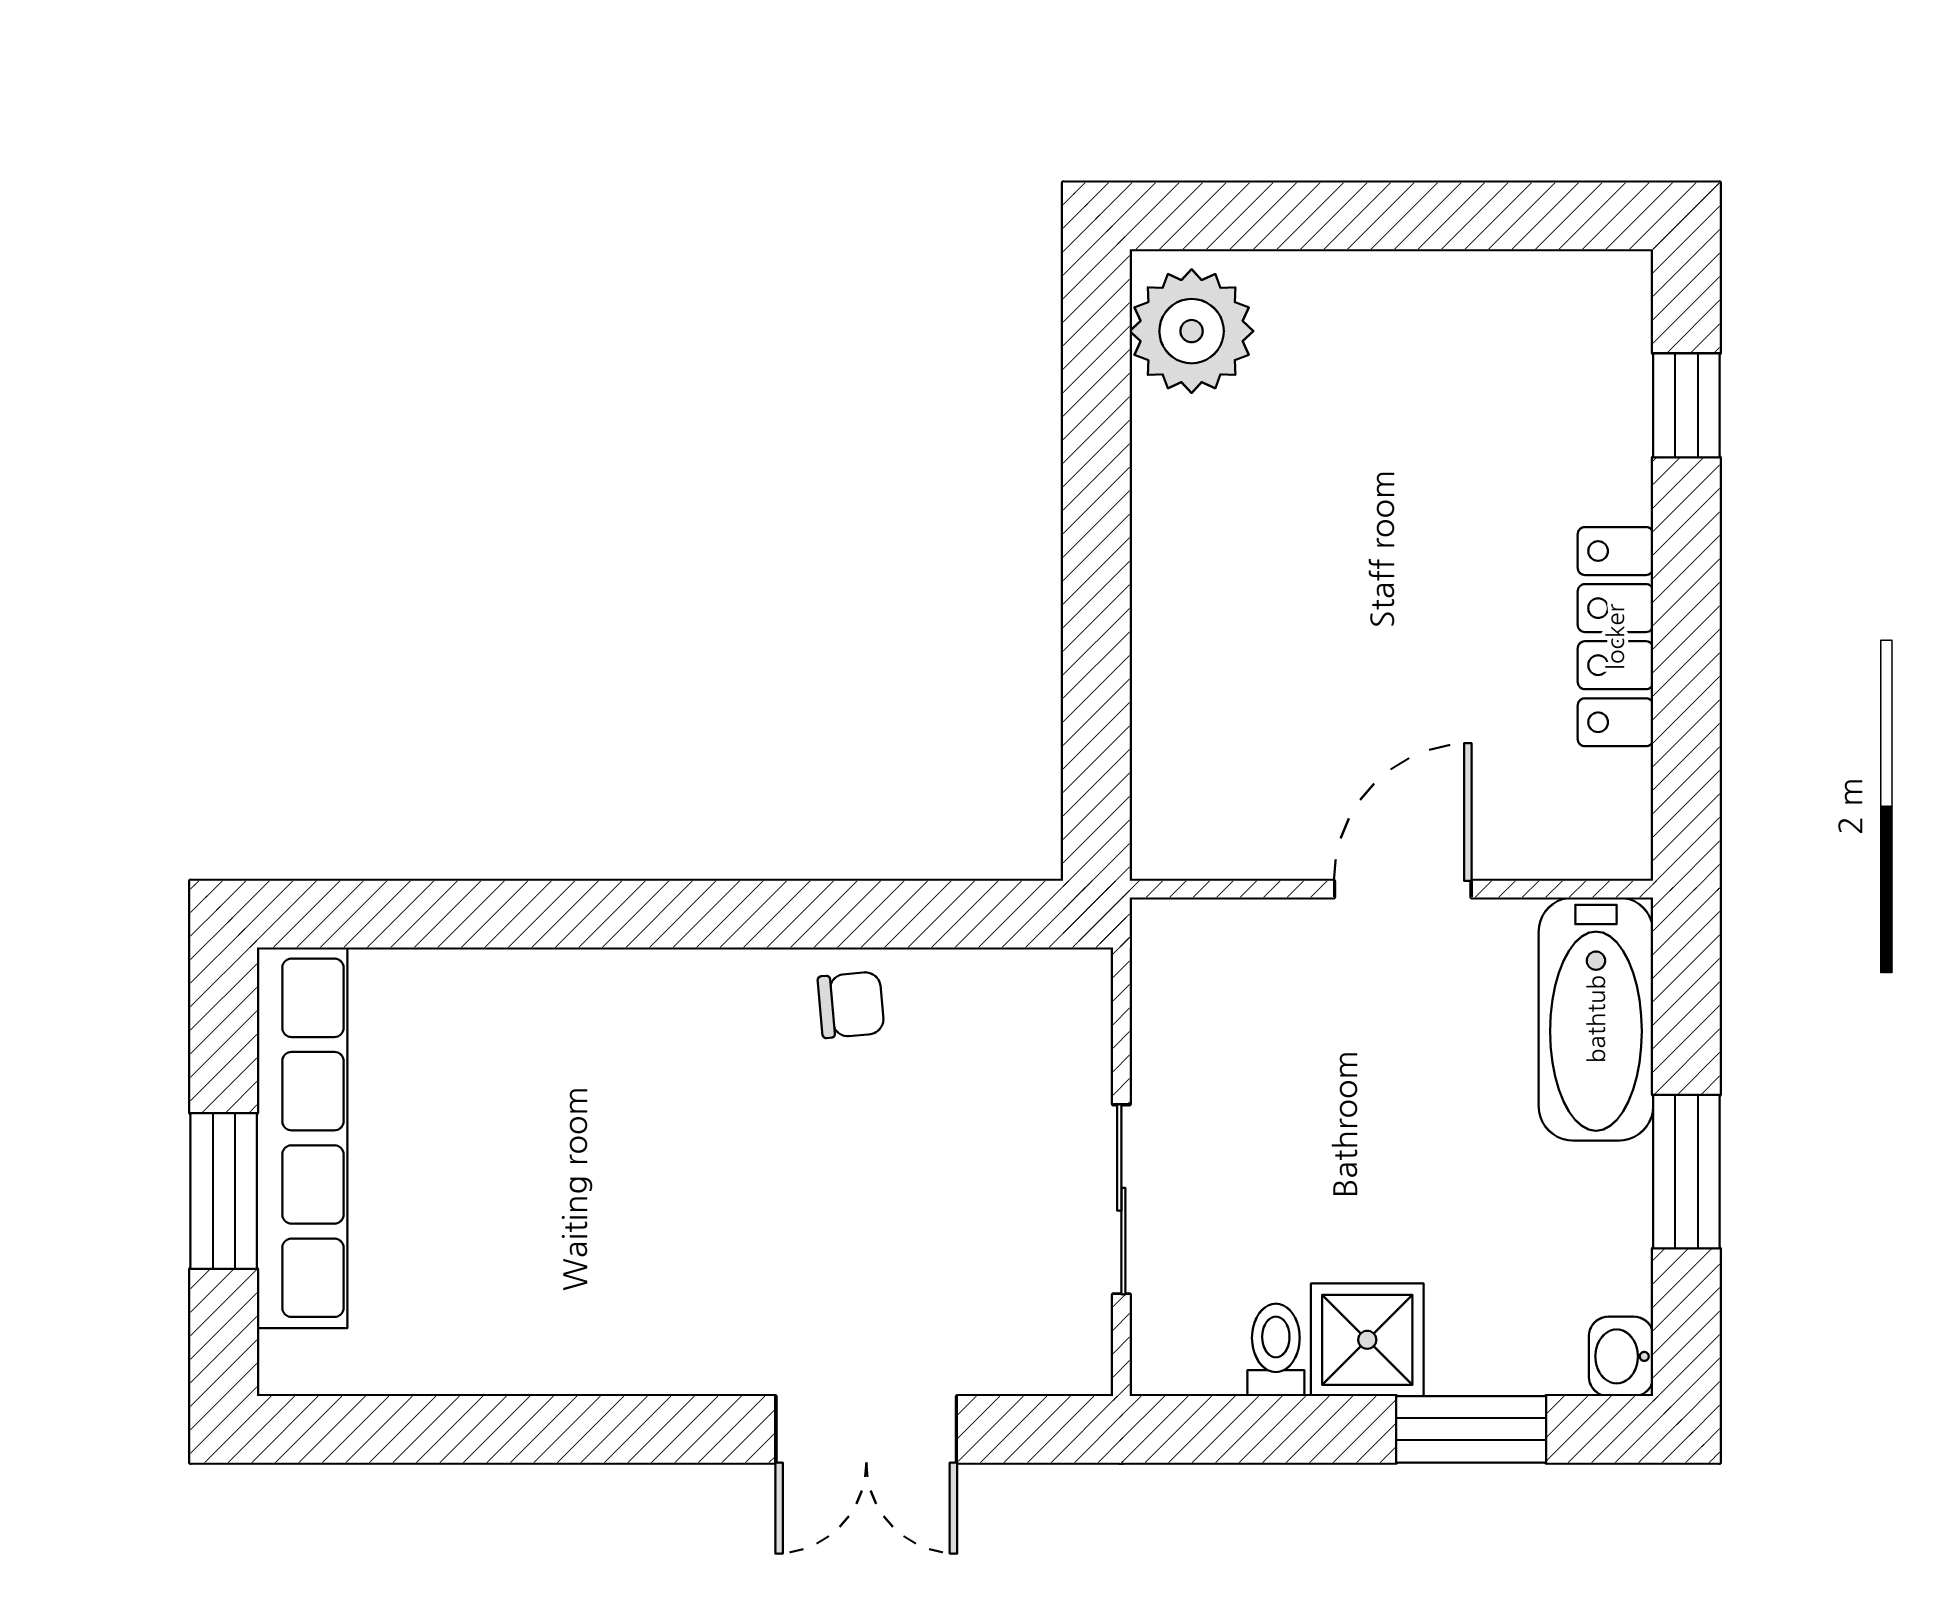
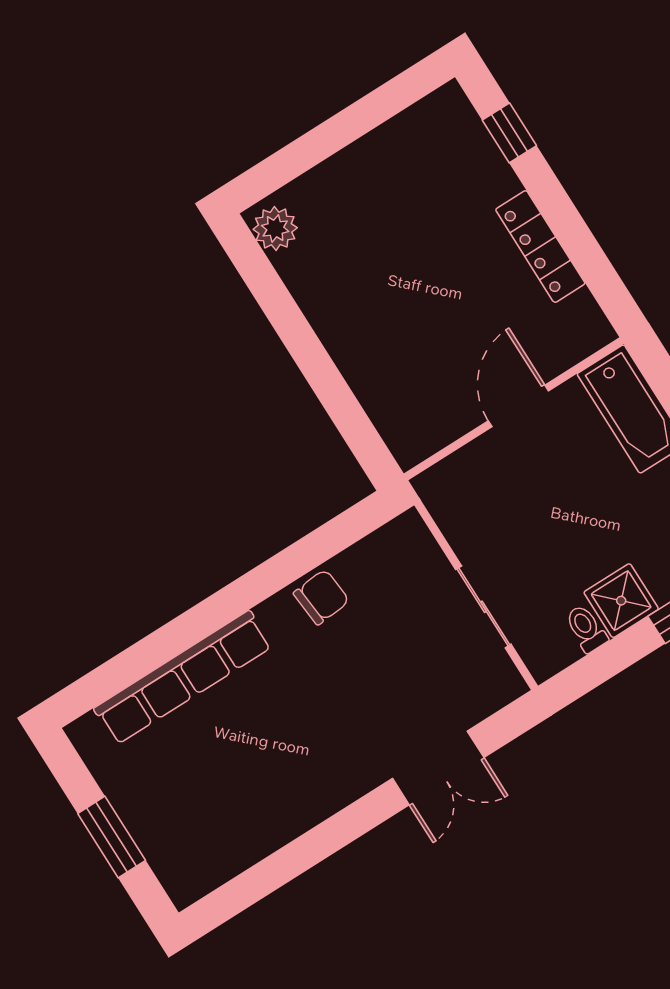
plant: (1192, 331) -> (275, 229), width x0.73, depth x0.73
chair: (851, 1005) -> (321, 597), width x1.37, depth x1.37
row of seats: (302, 1138) -> (183, 678), moved, turned 90

